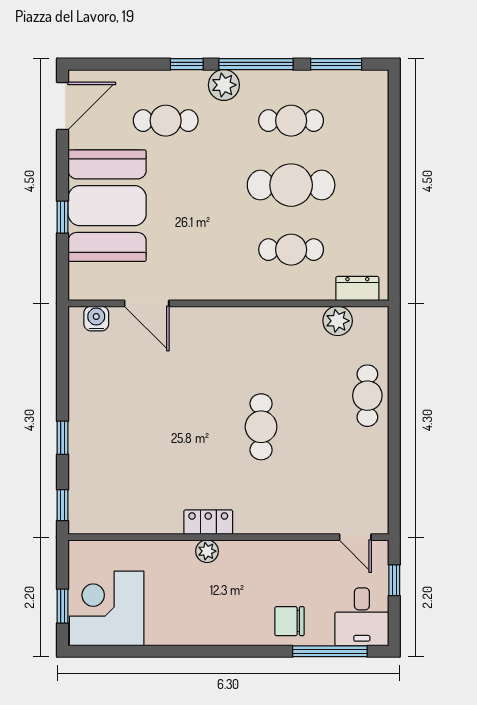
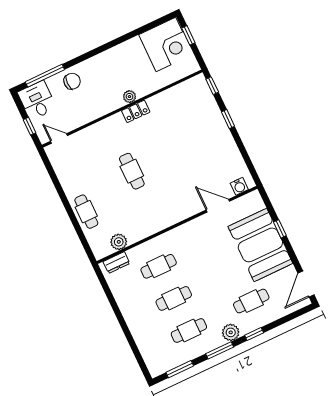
window: (256, 64) -> (220, 350), width x0.69
cafe table: (291, 185) -> (174, 298), width x0.73, depth x0.74

